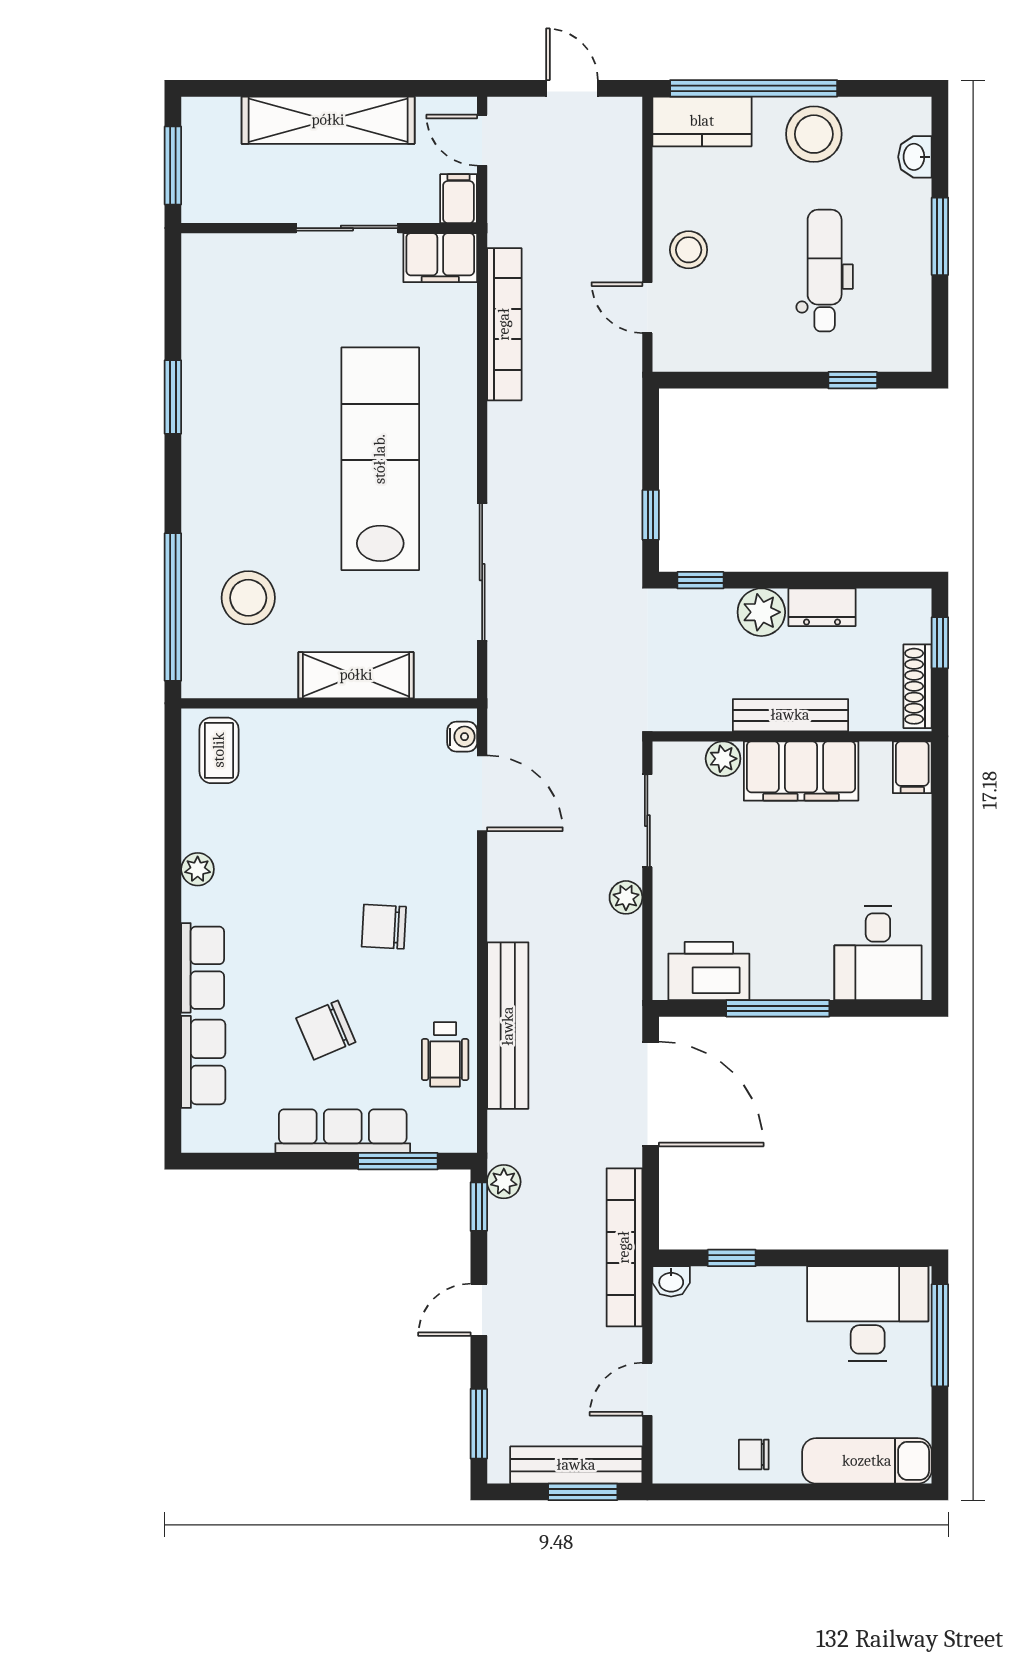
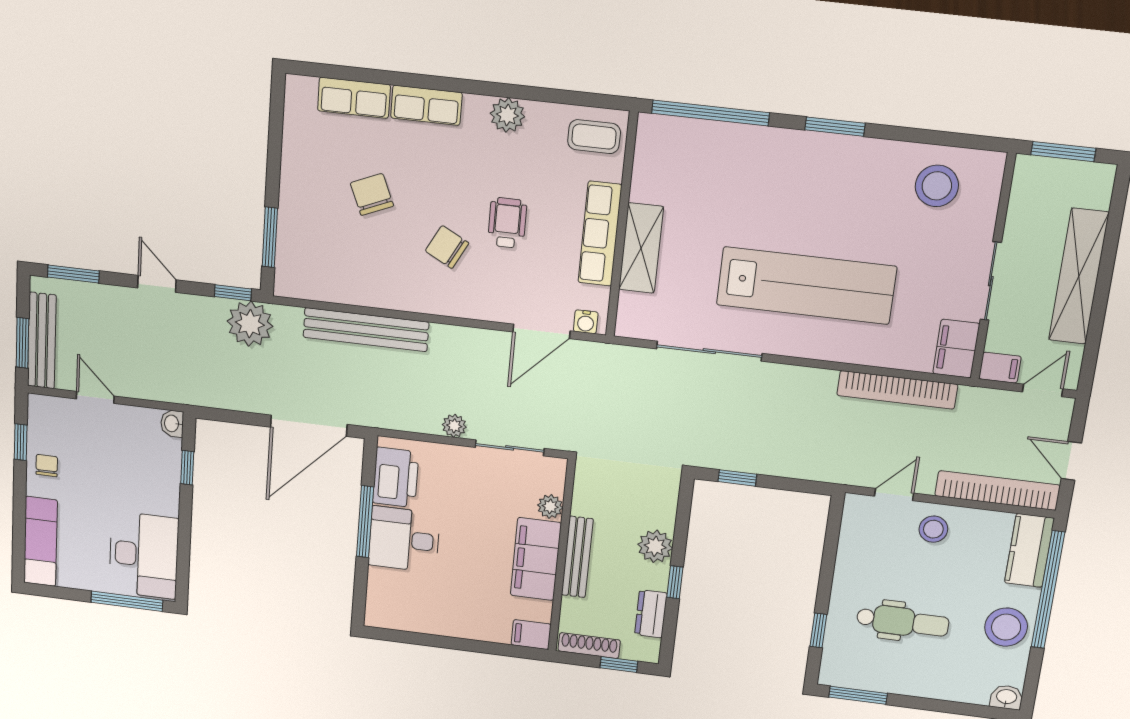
door: (572, 88) -> (1071, 461), swing flipped
washbasin: (915, 157) -> (1006, 697), moved
window: (940, 236) -> (858, 695), moved
window: (173, 397) -> (835, 127), moved
window: (700, 580) -> (675, 582), moved
stool: (248, 598) -> (937, 186), moved
dresser: (822, 607) -> (651, 614), moved
plant: (198, 869) -> (507, 115), width x1.38, depth x1.38
chair: (384, 927) -> (447, 247), turned -65
desk: (878, 953) -> (404, 539), moved
wheelchair: (445, 1054) -> (507, 223), moved, turned 90
row of seats: (343, 1131) -> (600, 234), moved, turned 180
plant: (504, 1182) -> (250, 324), width x1.88, depth x1.88
bookcase: (624, 1247) -> (997, 491), moved
window: (725, 1492) -> (21, 442), added

